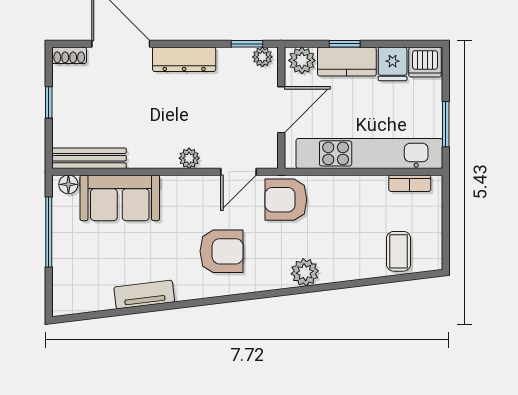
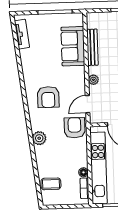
bench: (89, 158) -> (92, 47), moved
door: (239, 172) -> (88, 104), hinge flipped
floor lamp: (68, 184) -> (83, 172), moved
tv unit: (144, 295) -> (22, 34), moved

